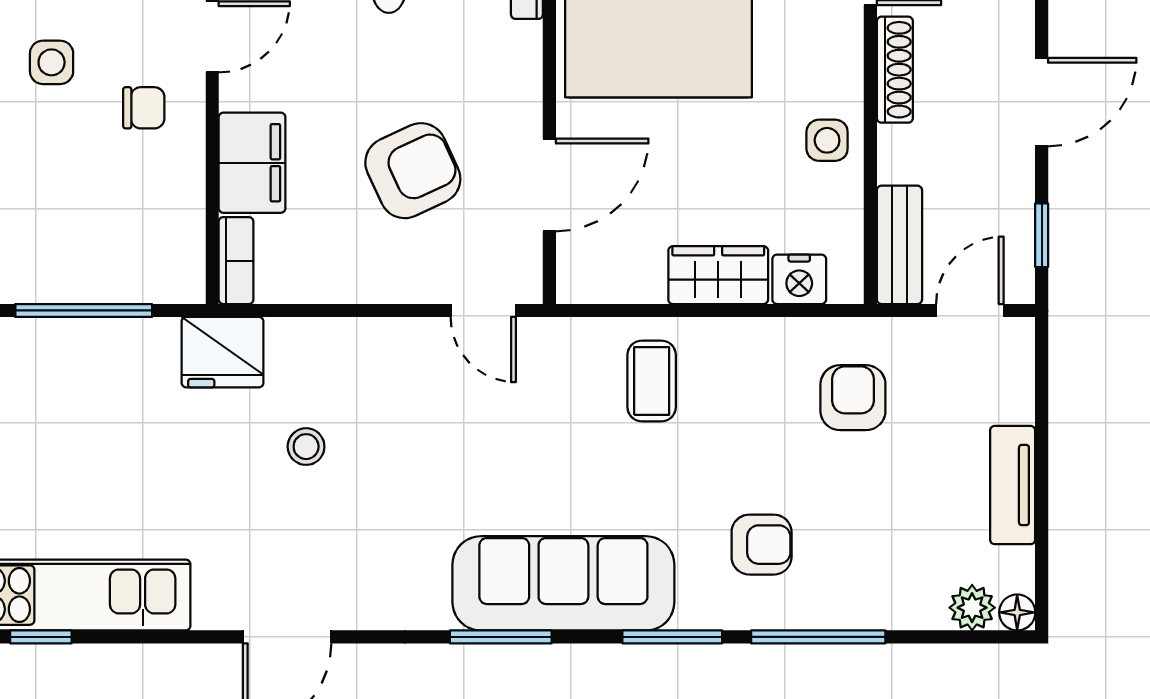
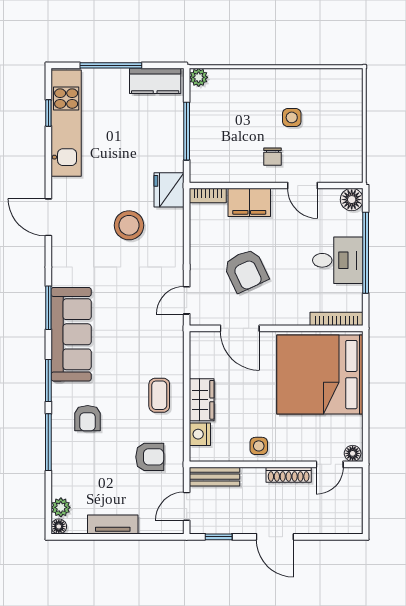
door: (970, 310) -> (187, 506), swing flipped
coffee table: (652, 381) -> (159, 395), moved, turned 90
stool: (306, 447) -> (129, 225), width x1.89, depth x1.89

